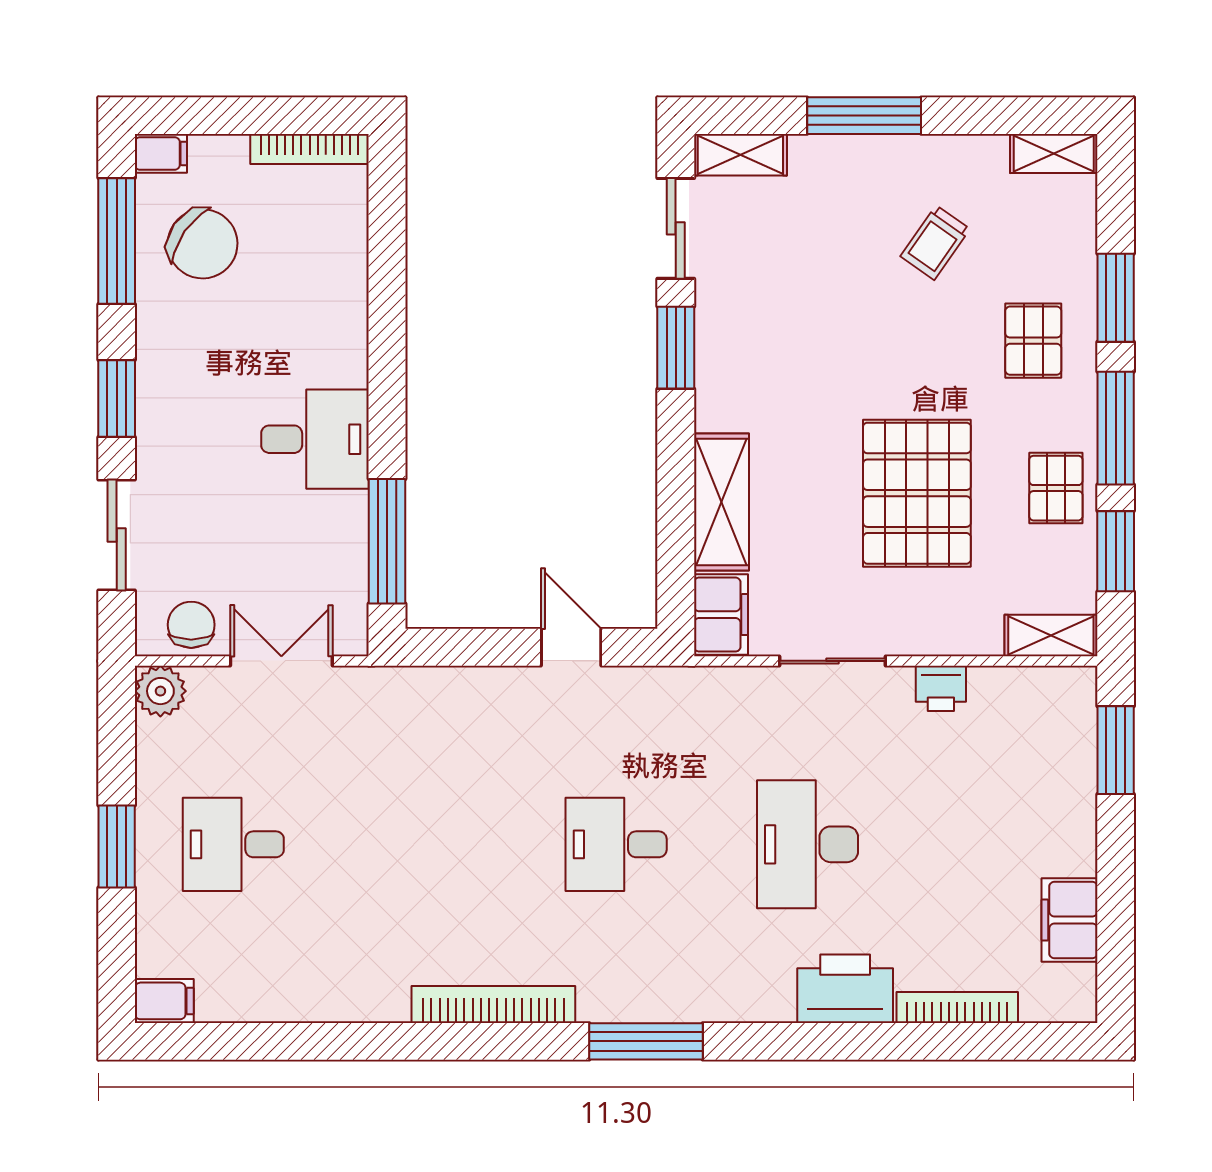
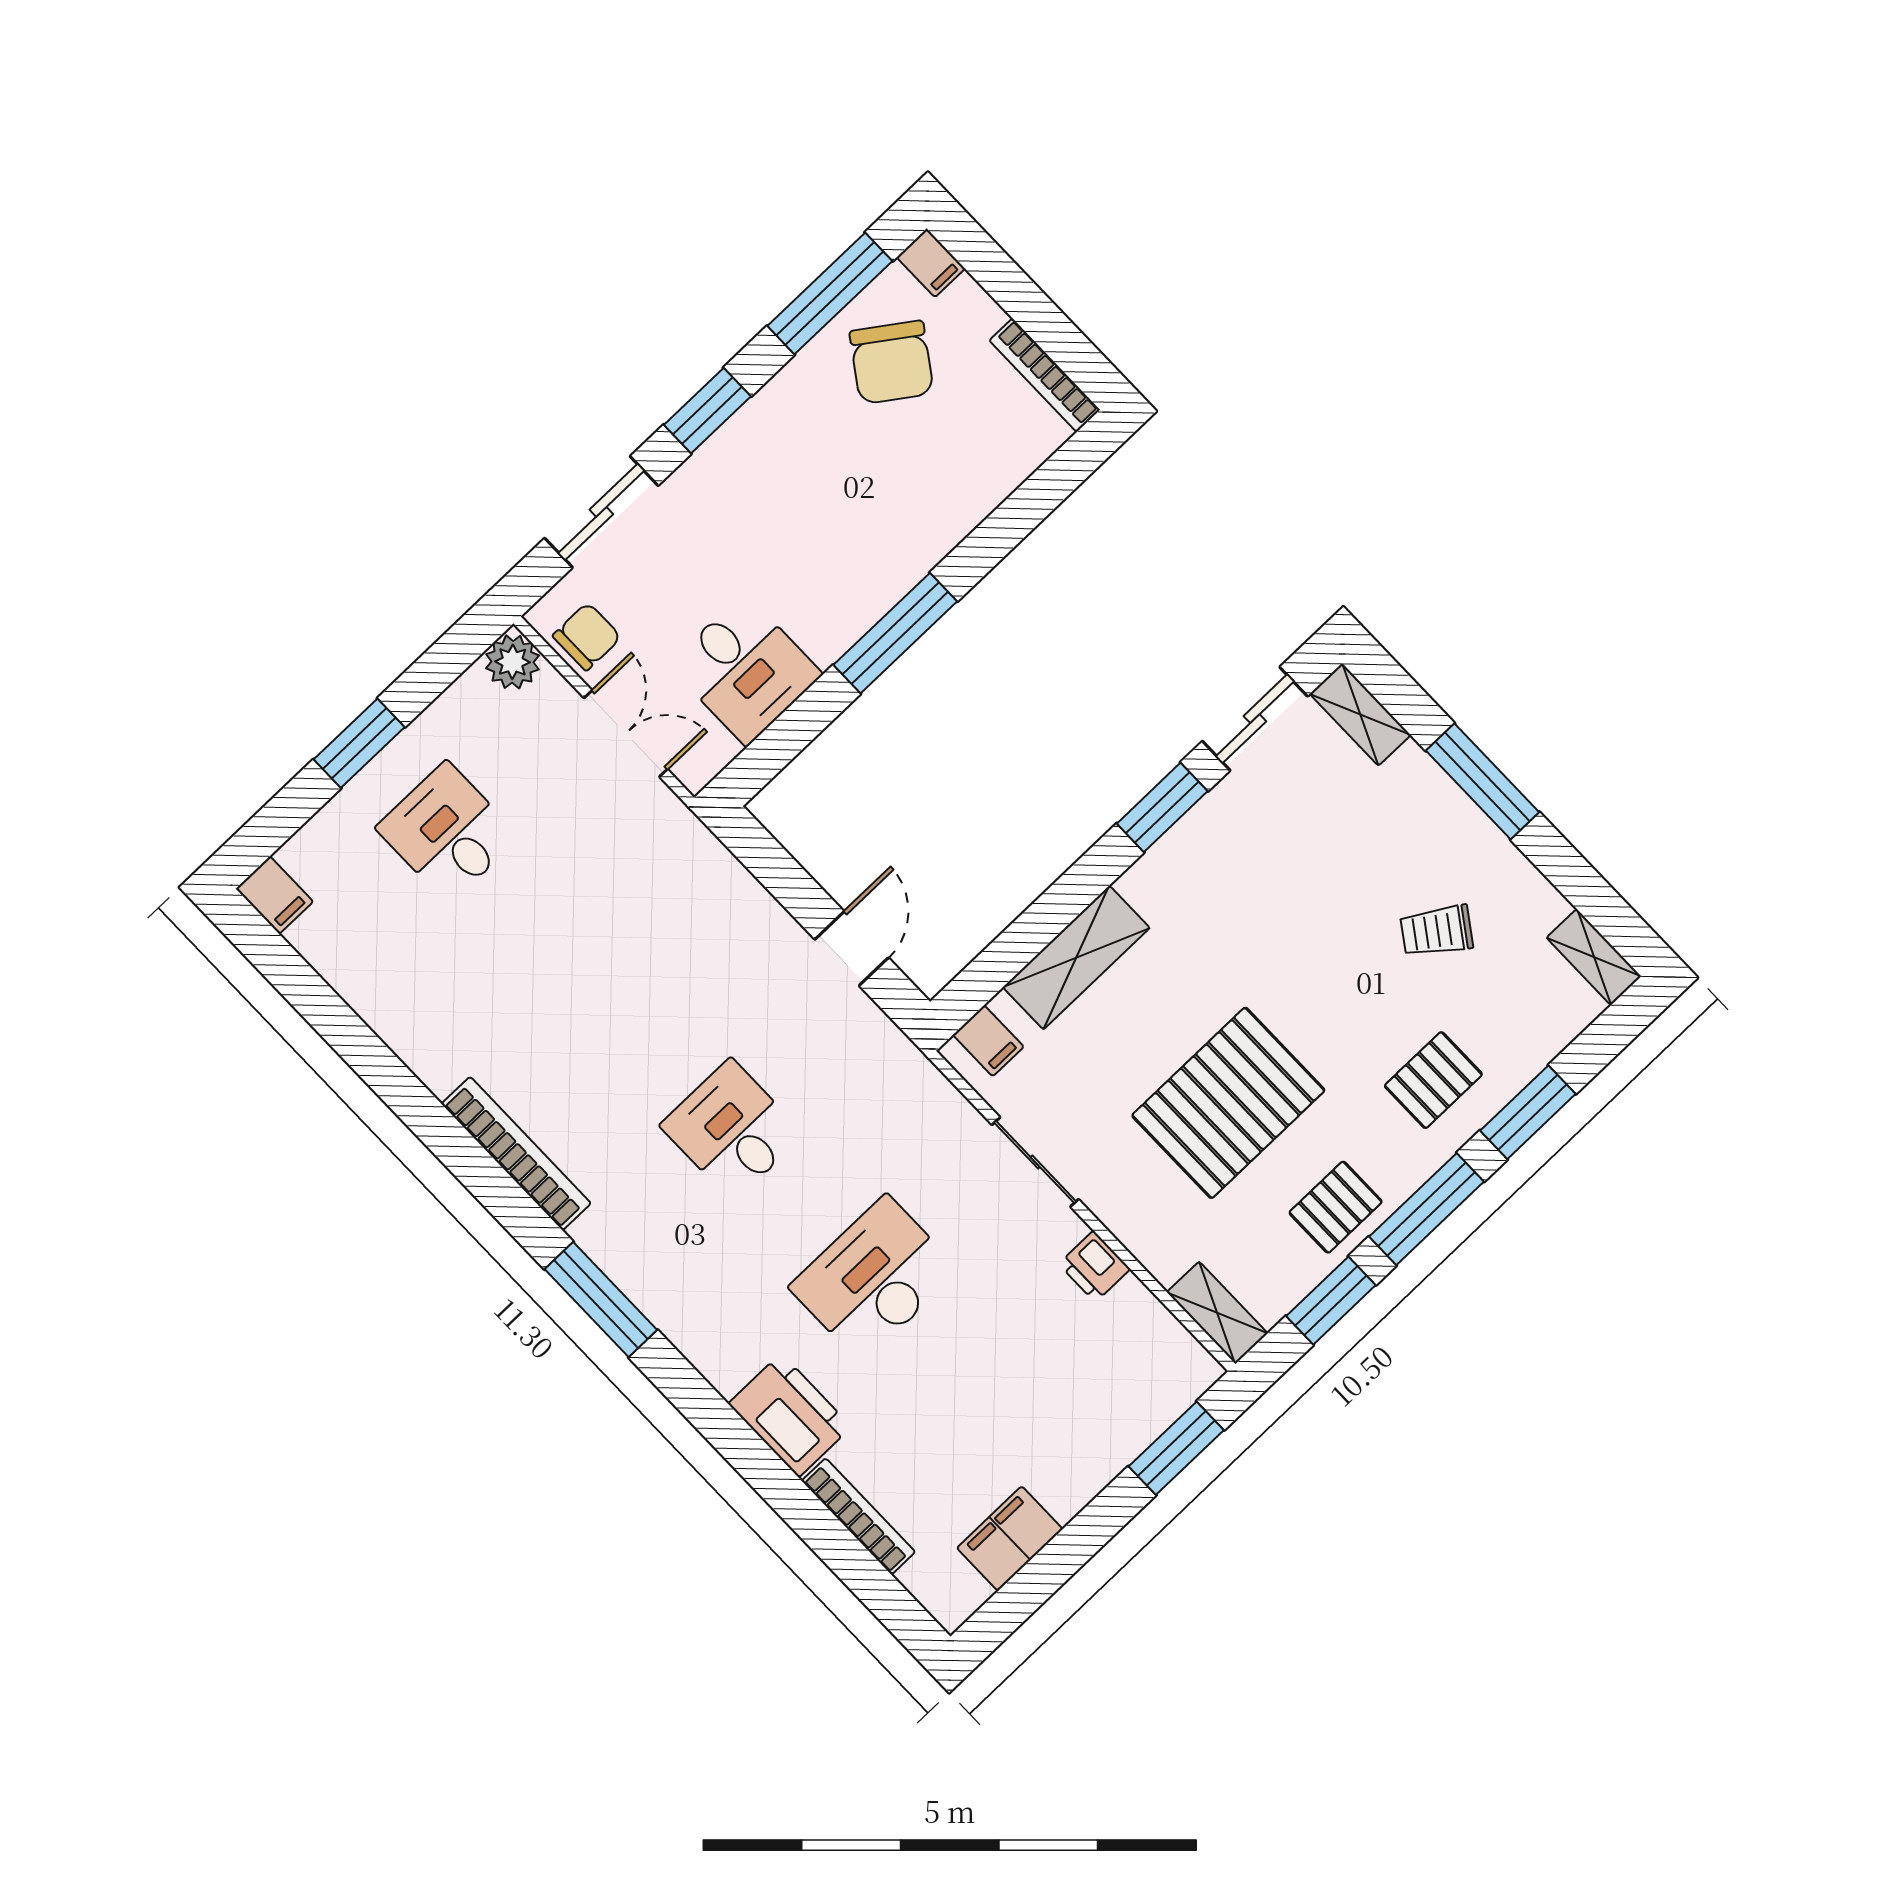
desk: (315, 439) -> (745, 669), moved
window: (387, 541) -> (895, 633), moved
filing cabinet: (721, 615) -> (988, 1041), width x0.50

